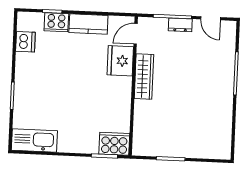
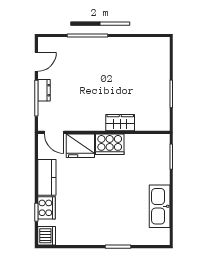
dishwasher: (25, 42) -> (47, 236), moved, turned 90
wardrobe: (144, 77) -> (120, 123), moved, width x0.67
kitchen sink: (34, 141) -> (160, 206), moved
cooker: (114, 144) -> (110, 144), moved, turned -90

